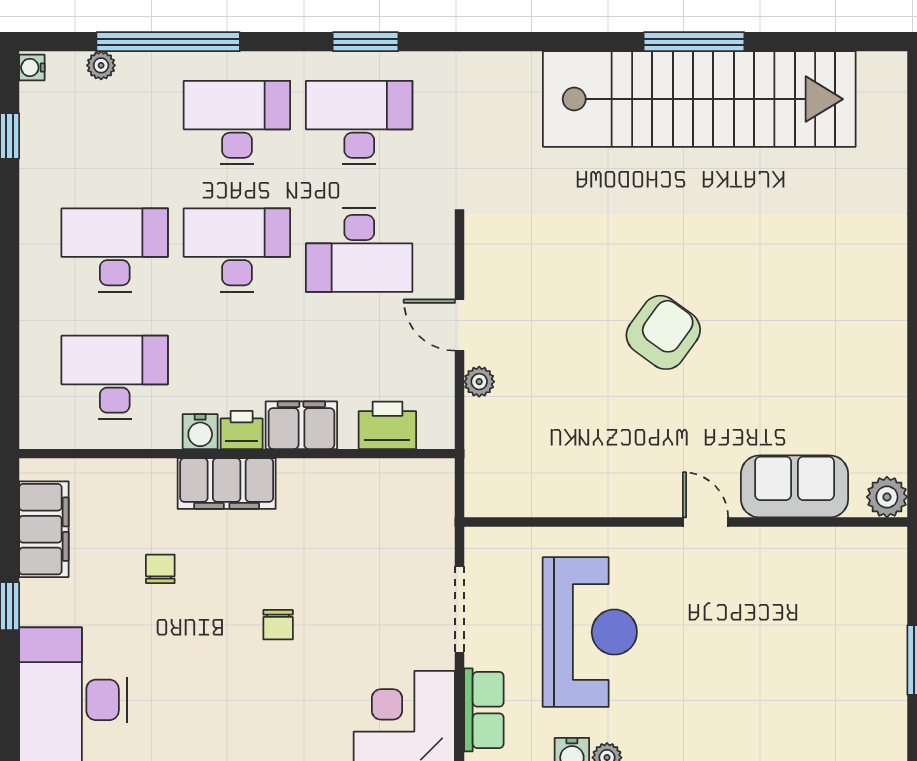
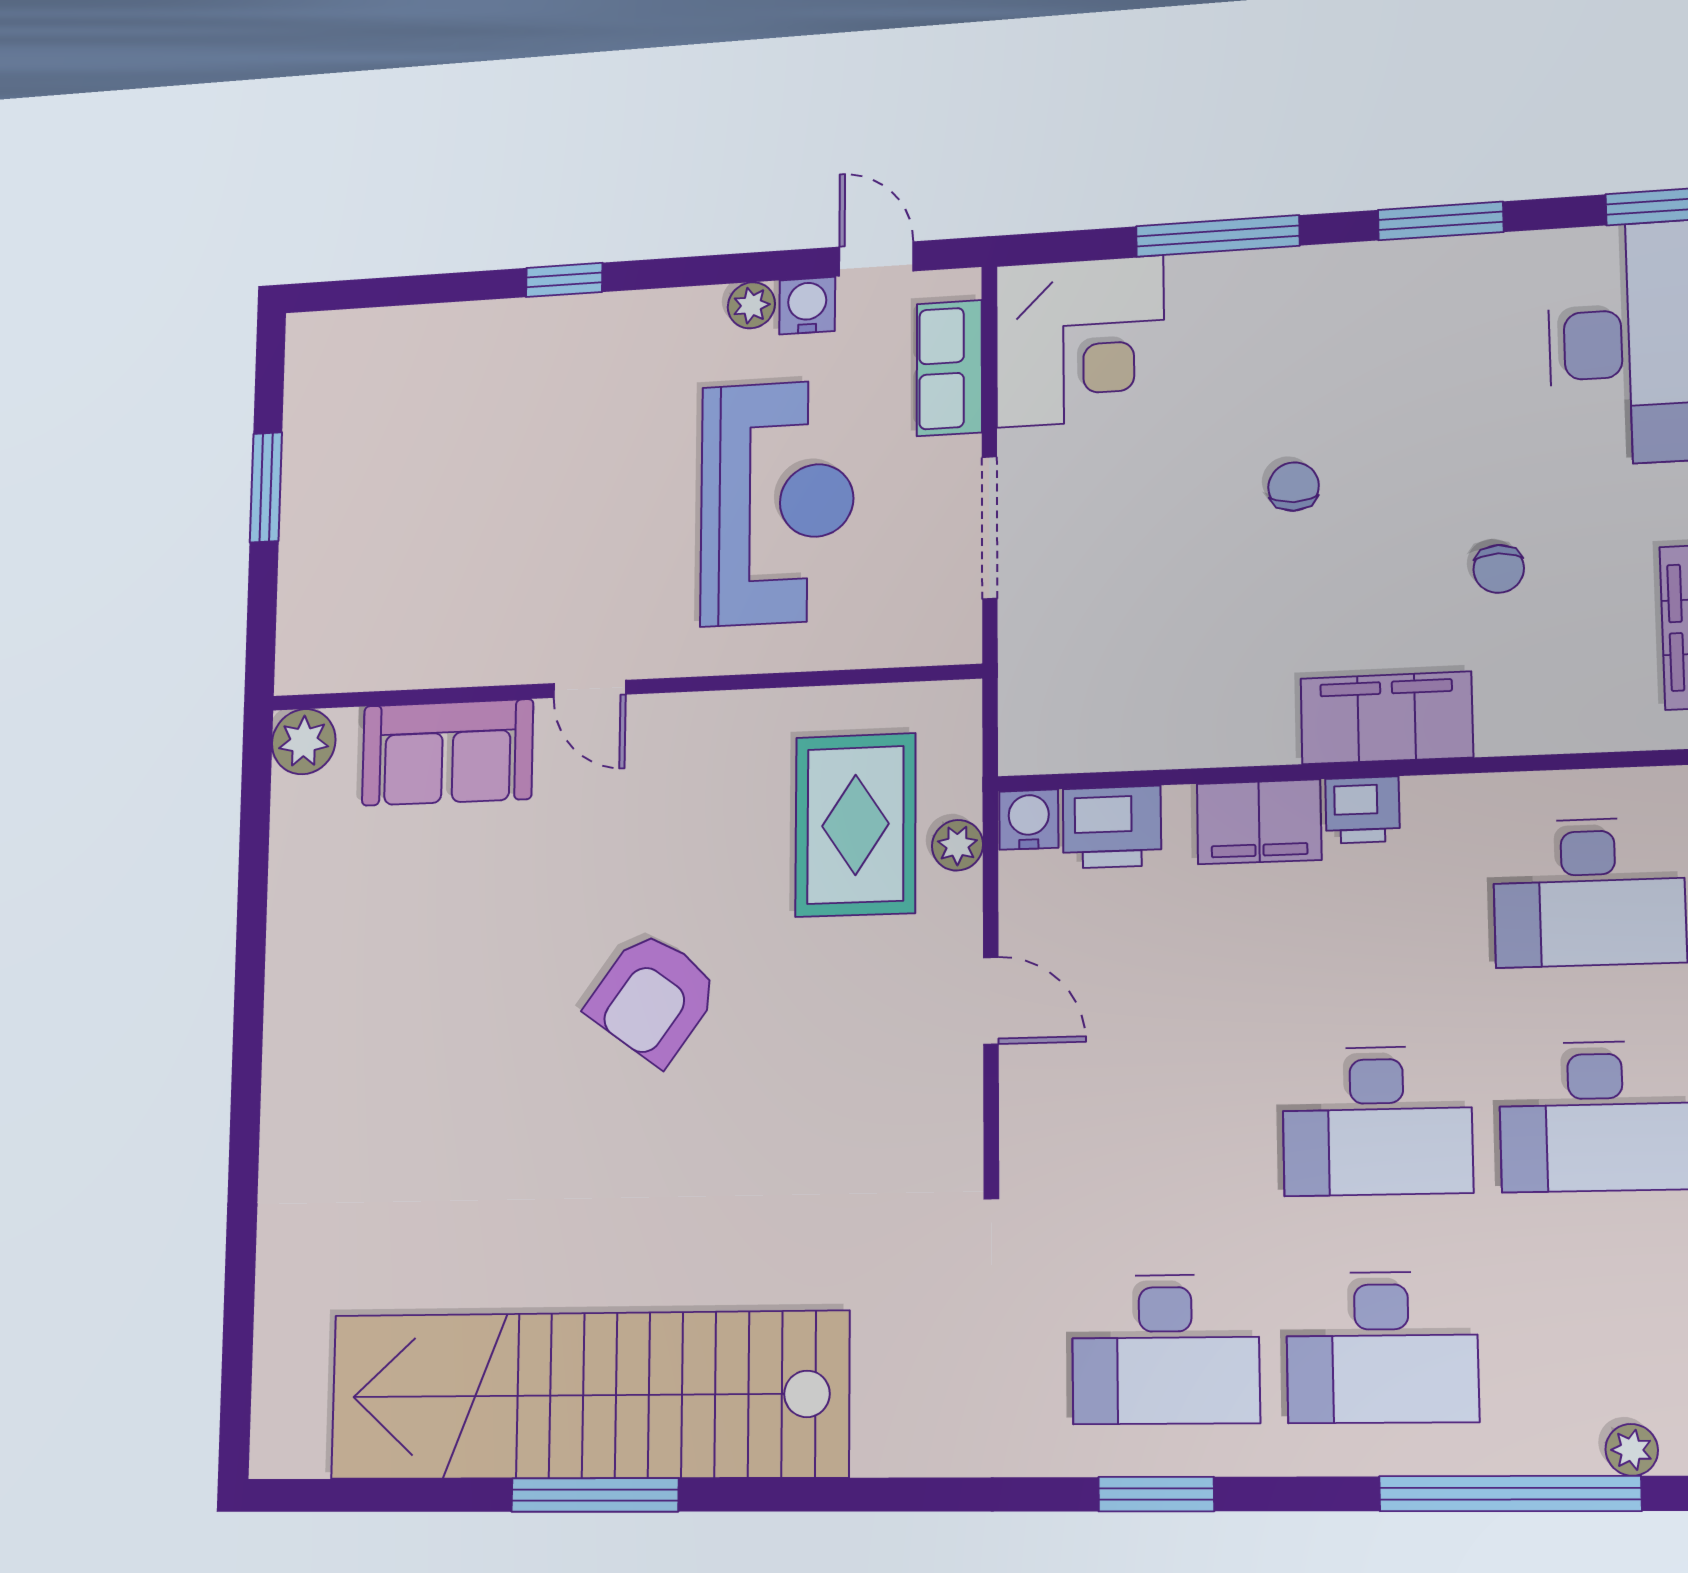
desk: (359, 250) -> (1163, 1125), removed
plant: (479, 382) -> (957, 845), moved
water cooler: (200, 432) -> (1029, 820), moved
rug: (541, 432) -> (856, 825), added
reception desk: (590, 632) -> (777, 503), turned 180

